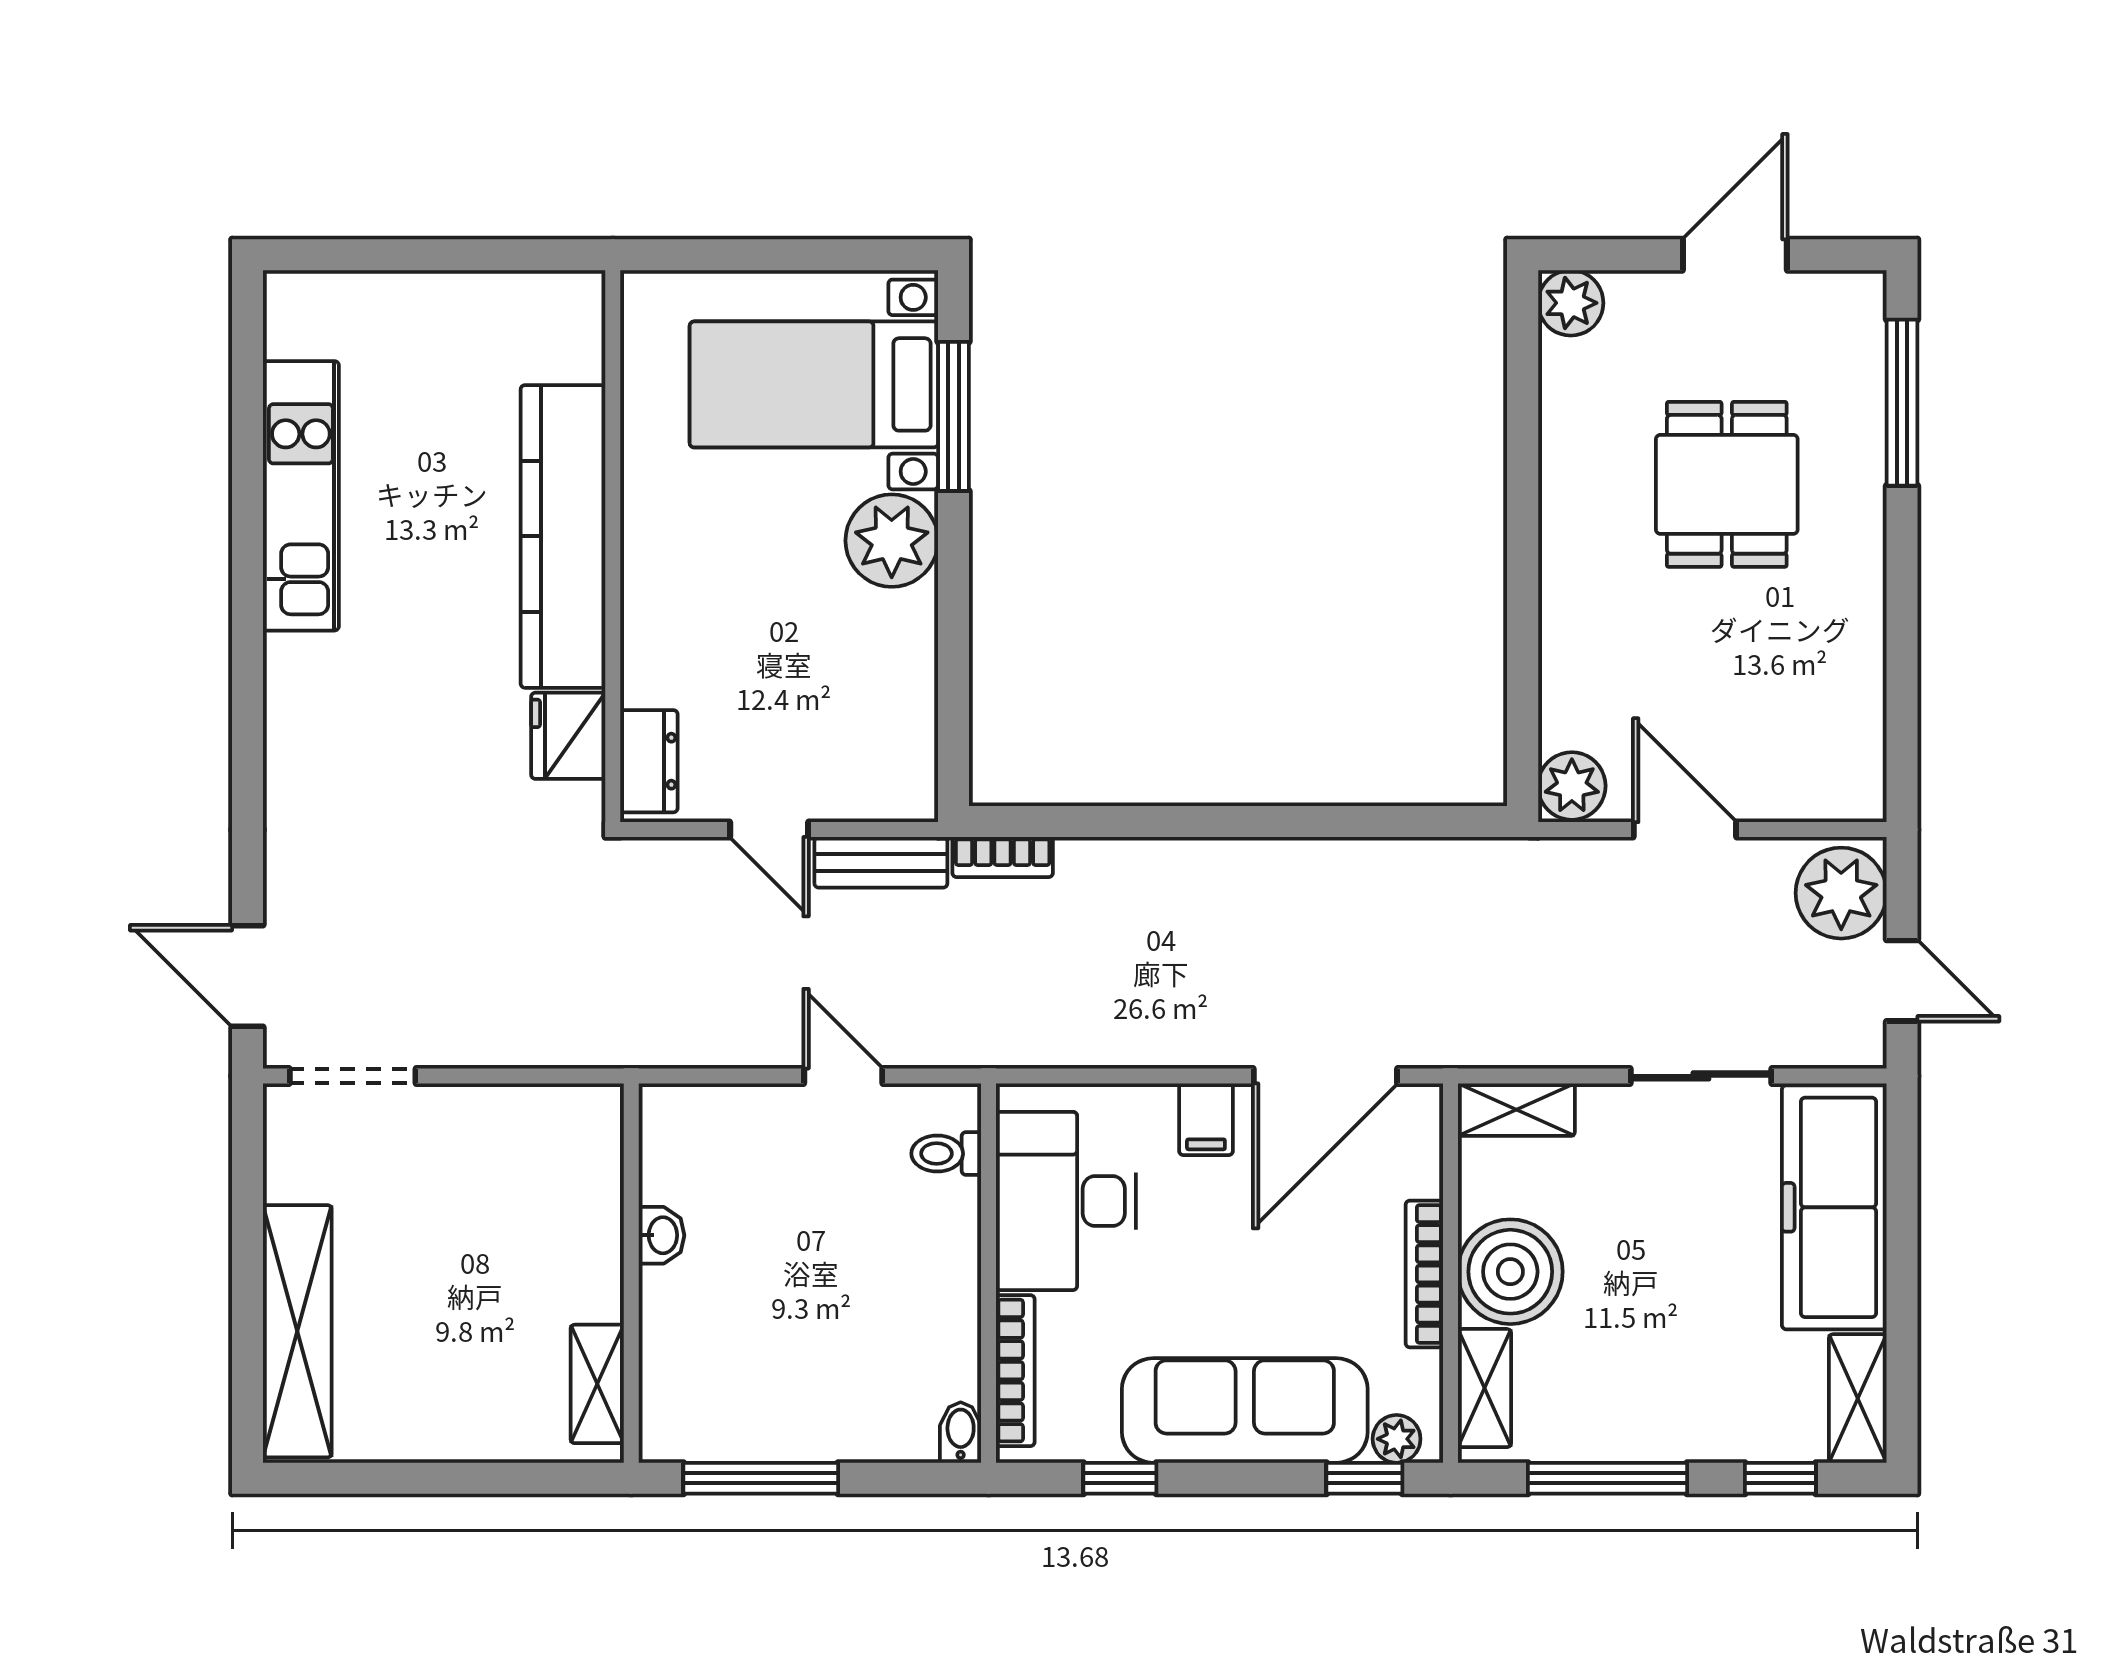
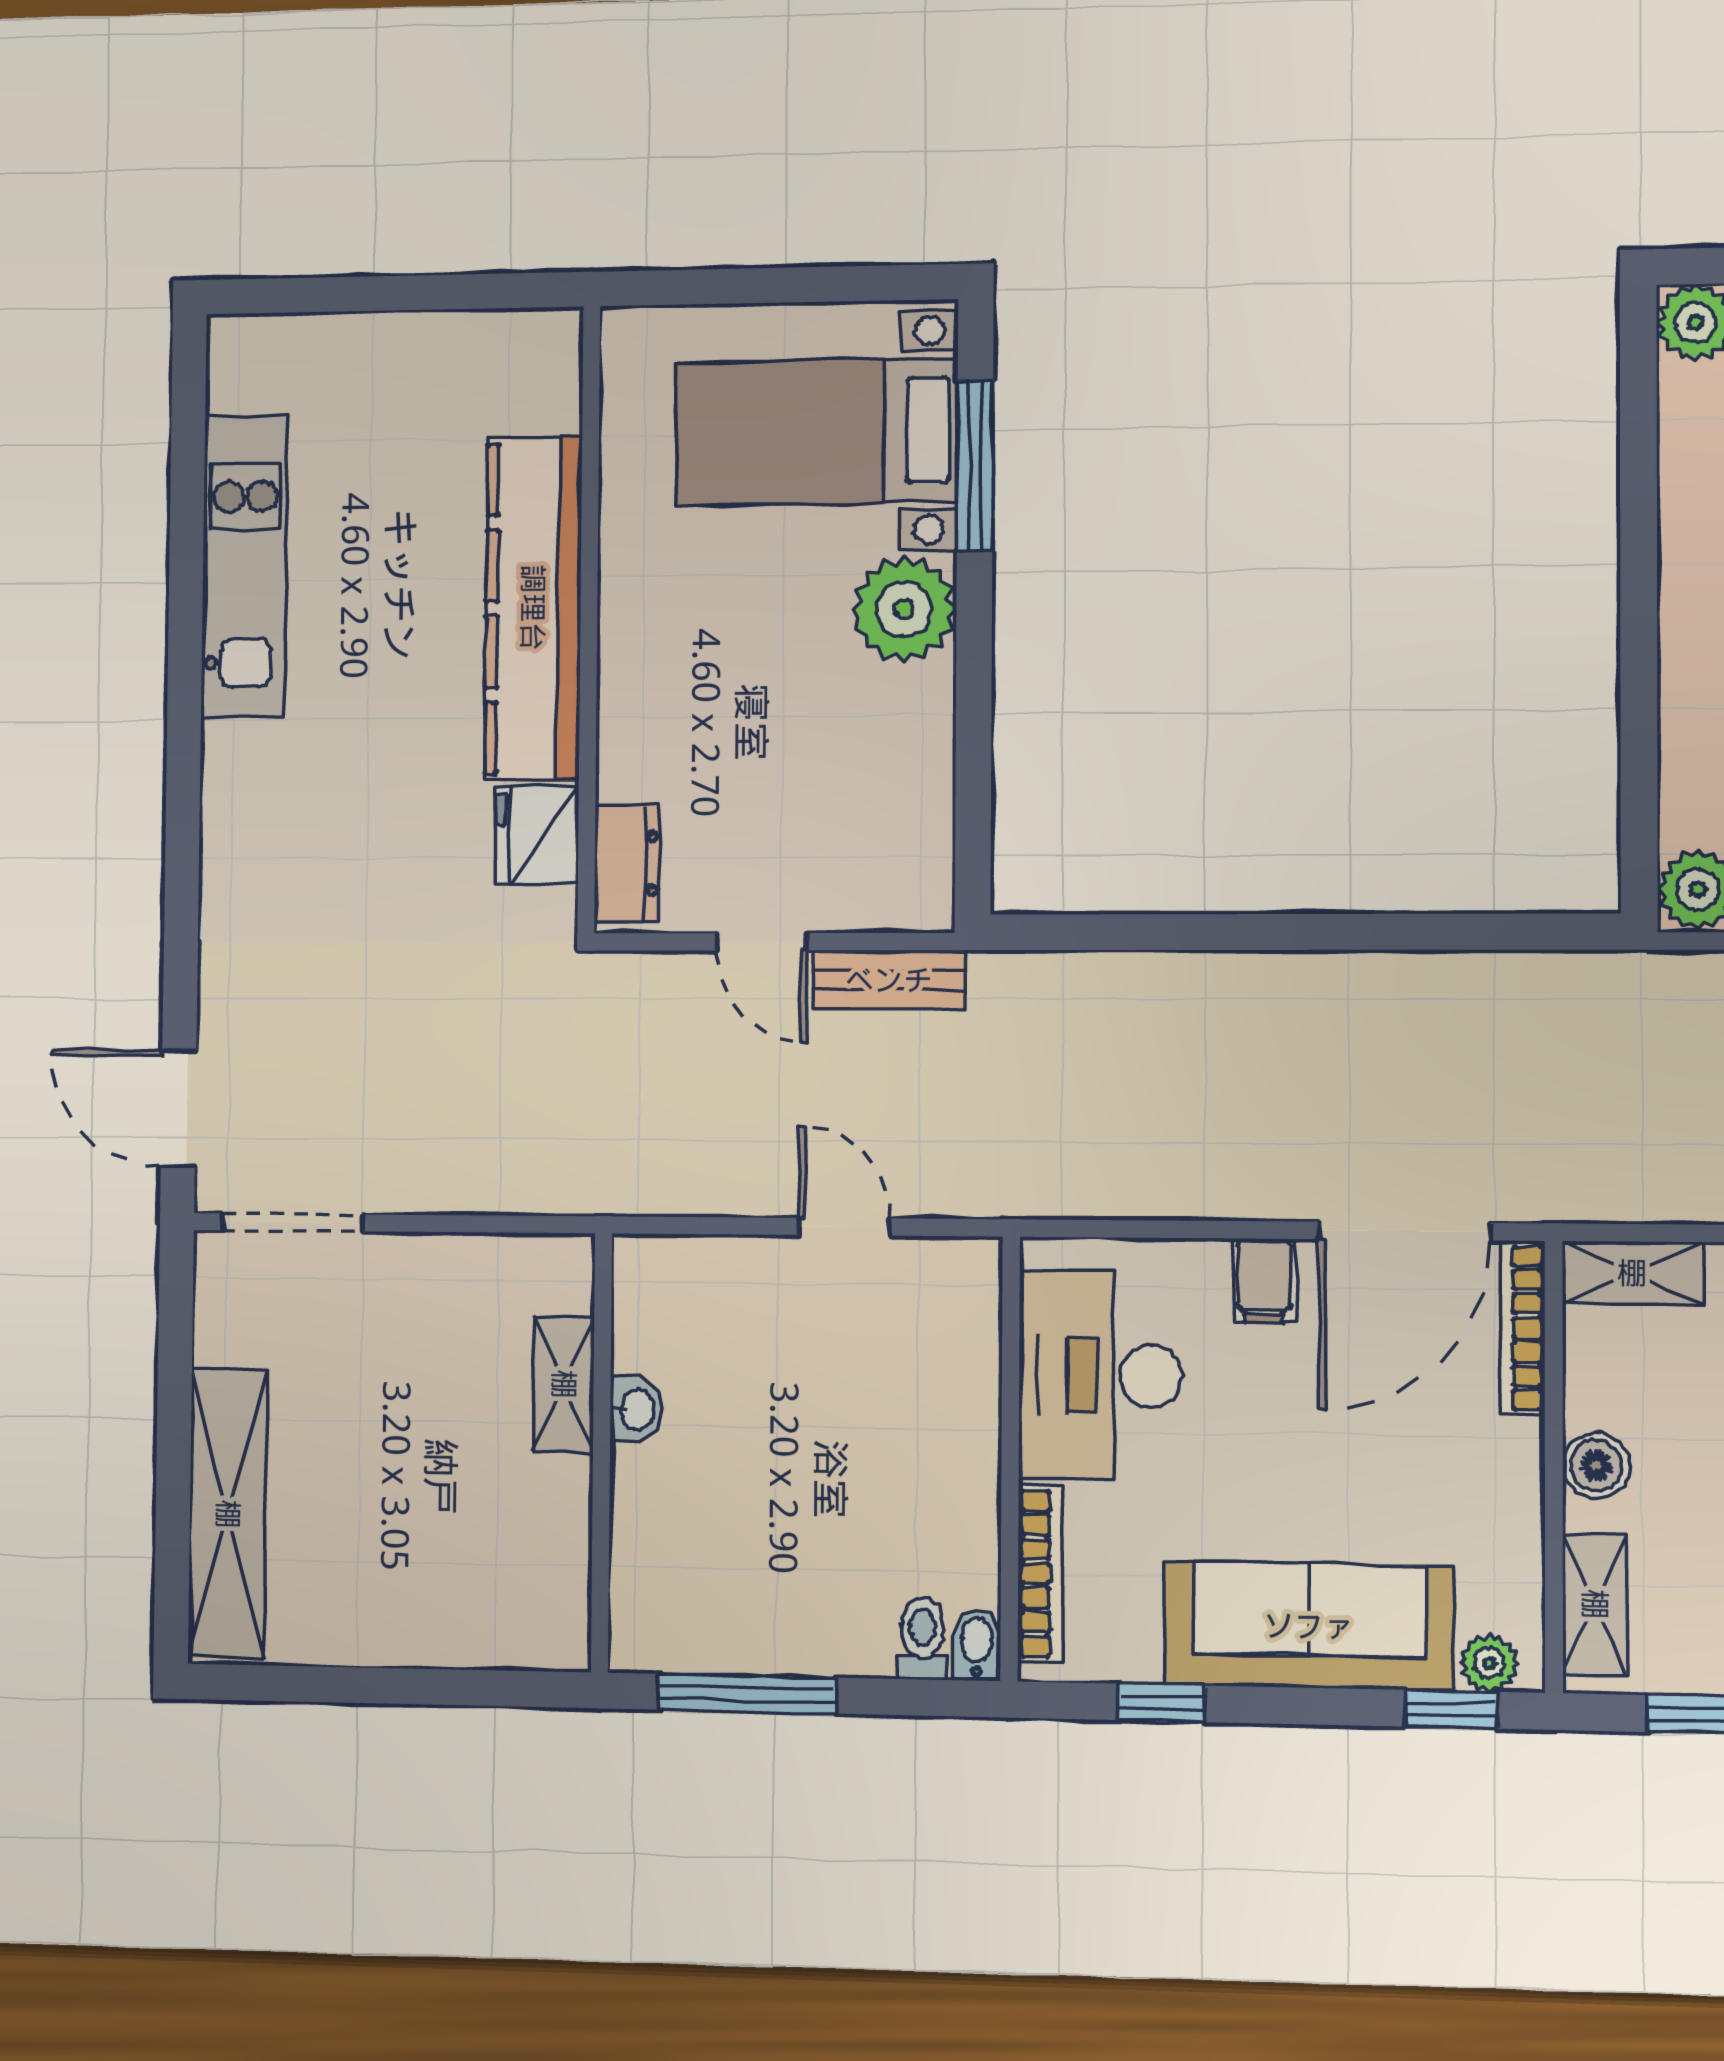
bookcase: (1003, 857) -> (1029, 973), removed
toilet: (946, 1154) -> (923, 1639), moved, turned 90
boiler: (1510, 1272) -> (1596, 1465), width x0.54, depth x0.54
bookcase: (1424, 1274) -> (1522, 1328), moved
shelving: (597, 1384) -> (564, 1384), moved

